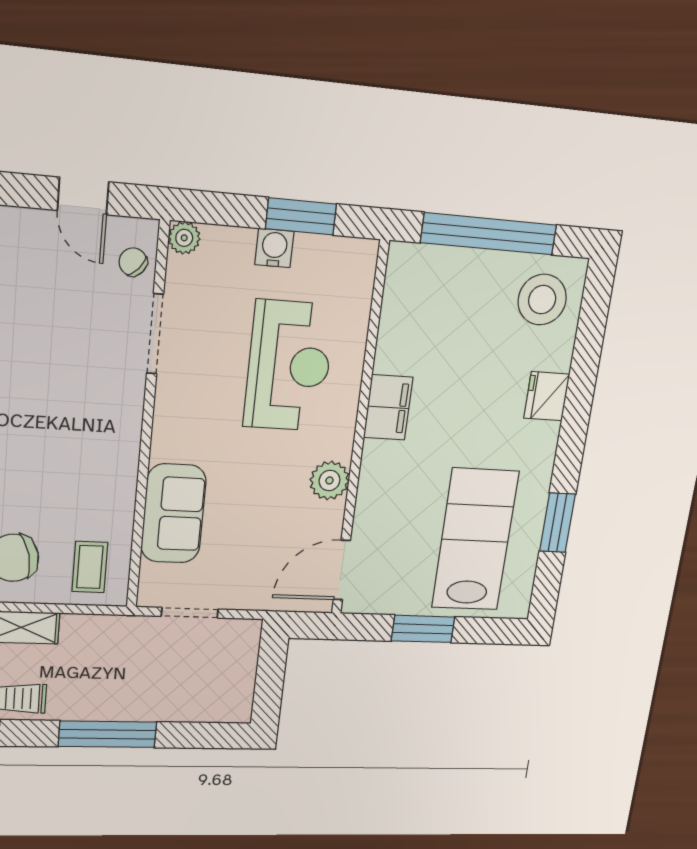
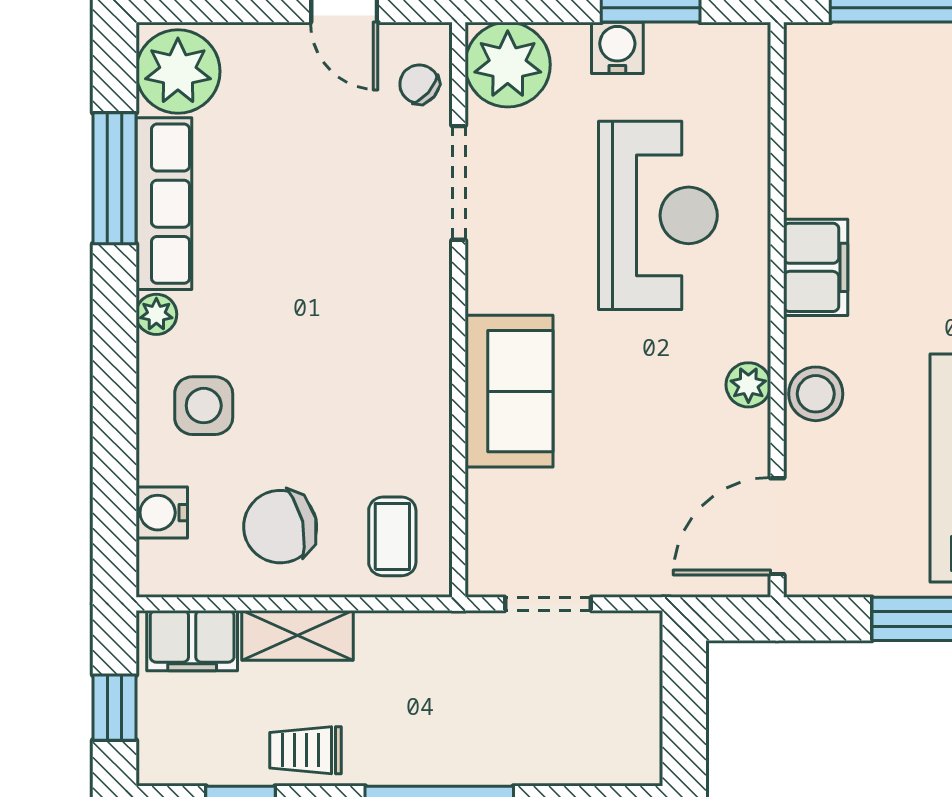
plant: (184, 238) -> (508, 65), width x1.87, depth x1.87
plant: (329, 480) -> (748, 385), width x0.73, depth x0.73
stool: (377, 489) -> (816, 394), added
sofa: (173, 514) -> (509, 391), moved

